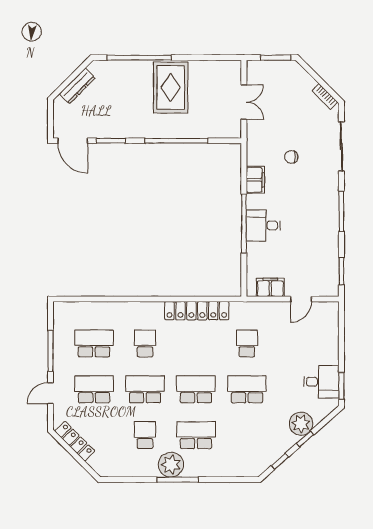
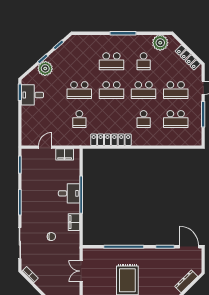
plant: (171, 465) -> (160, 43), moved

